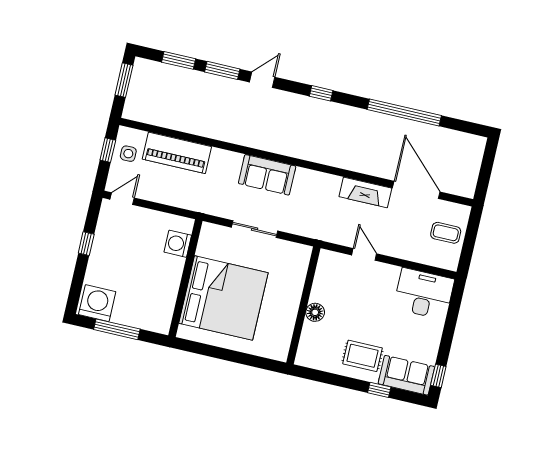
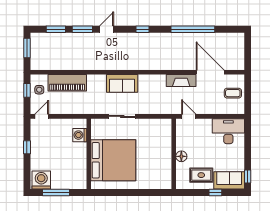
wall: (303, 305) -> (174, 154), moved
floor lamp: (315, 312) -> (181, 156), moved

